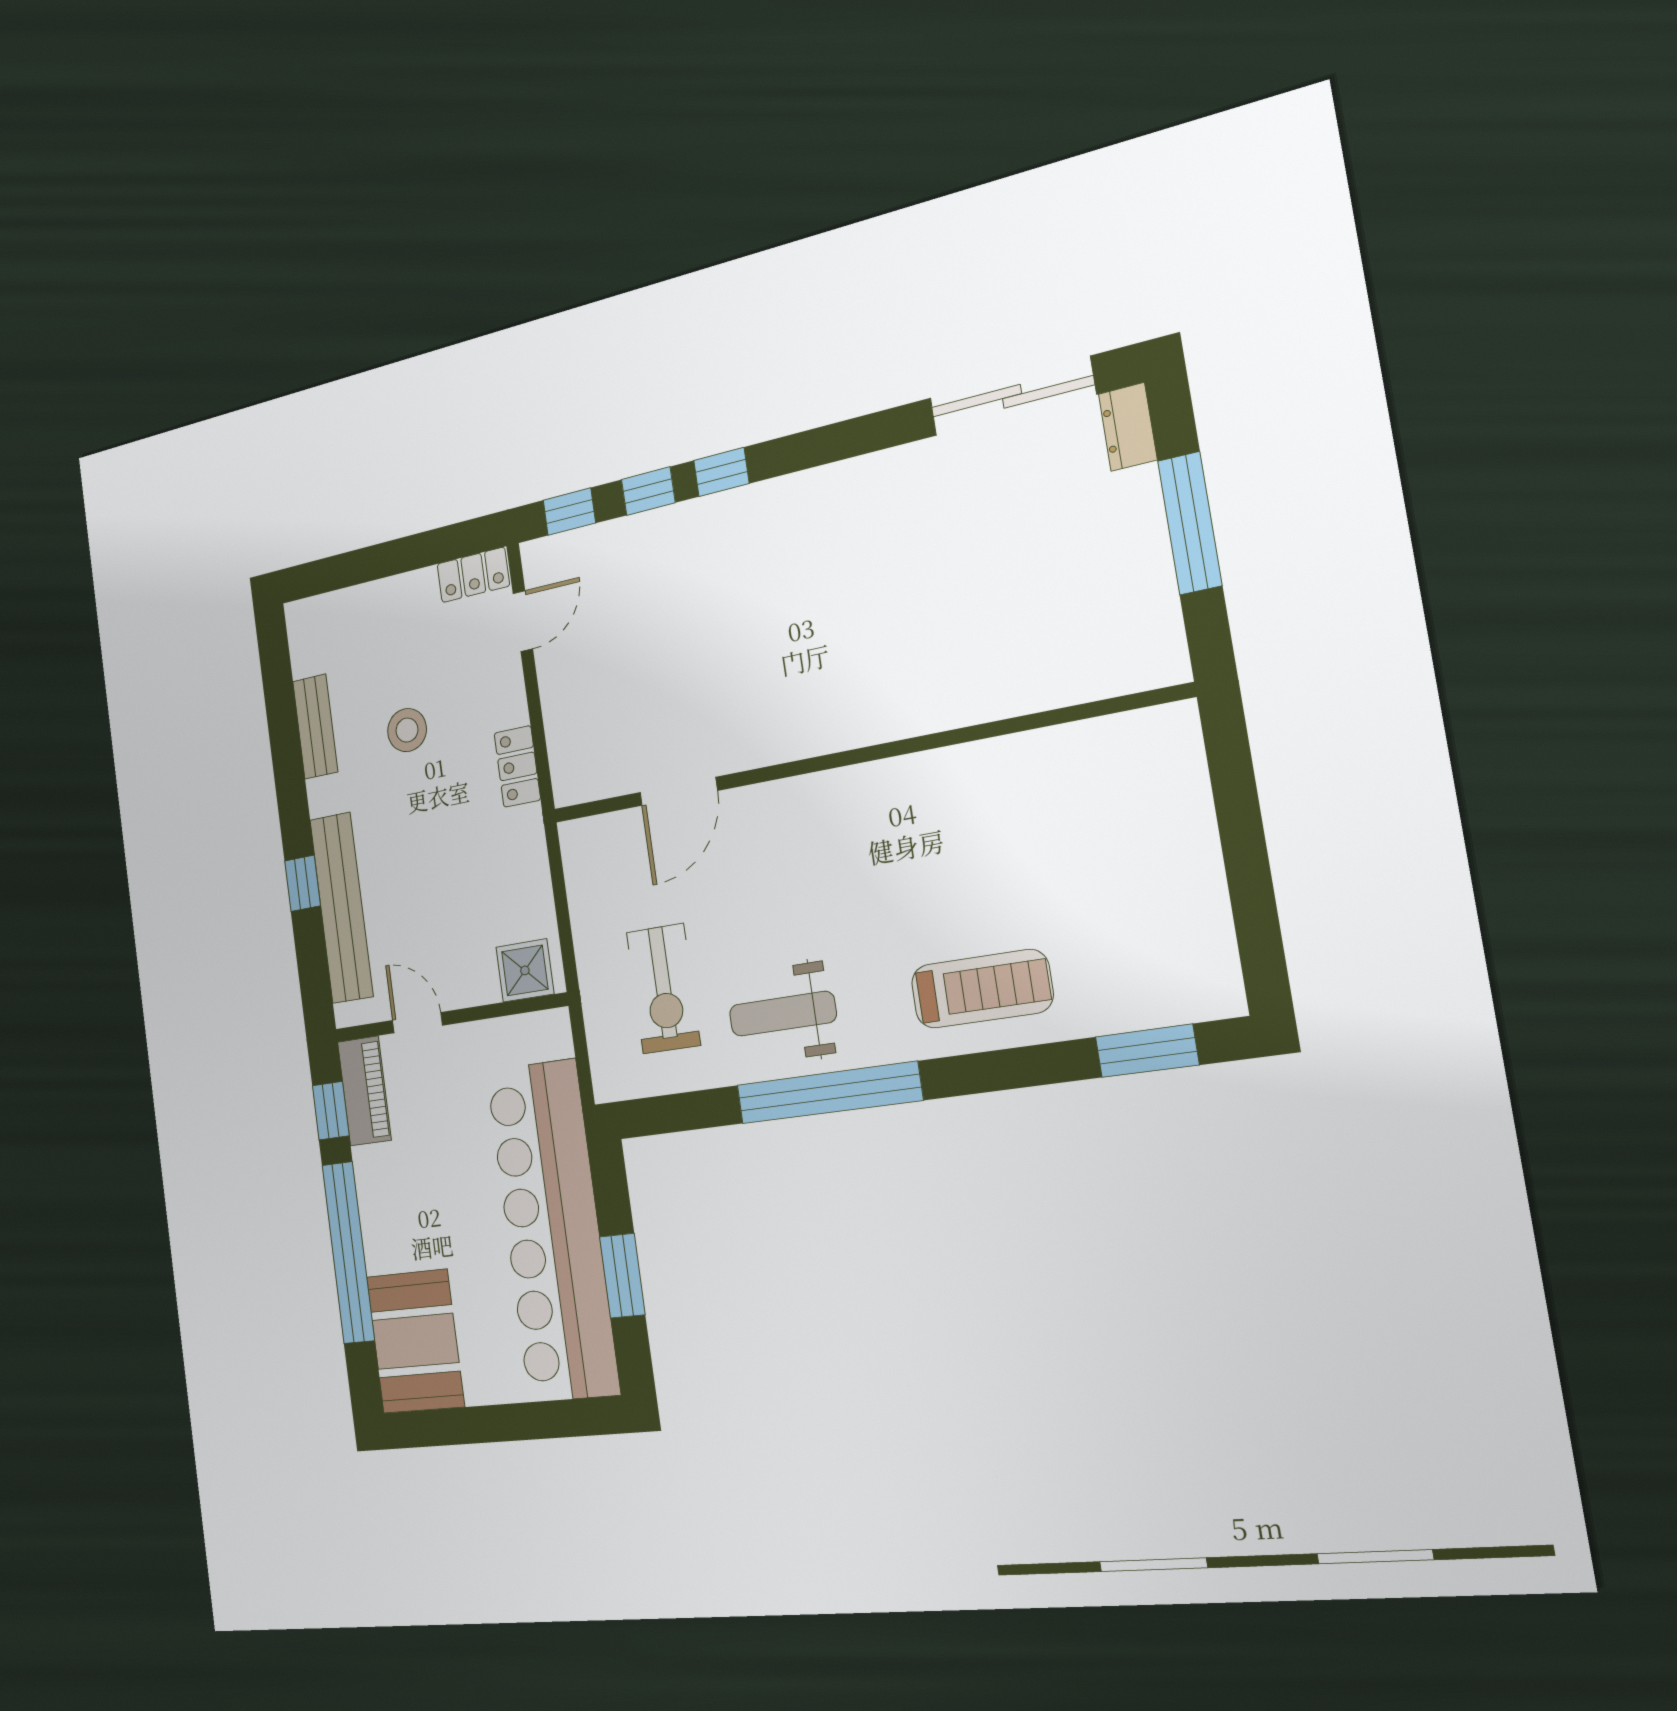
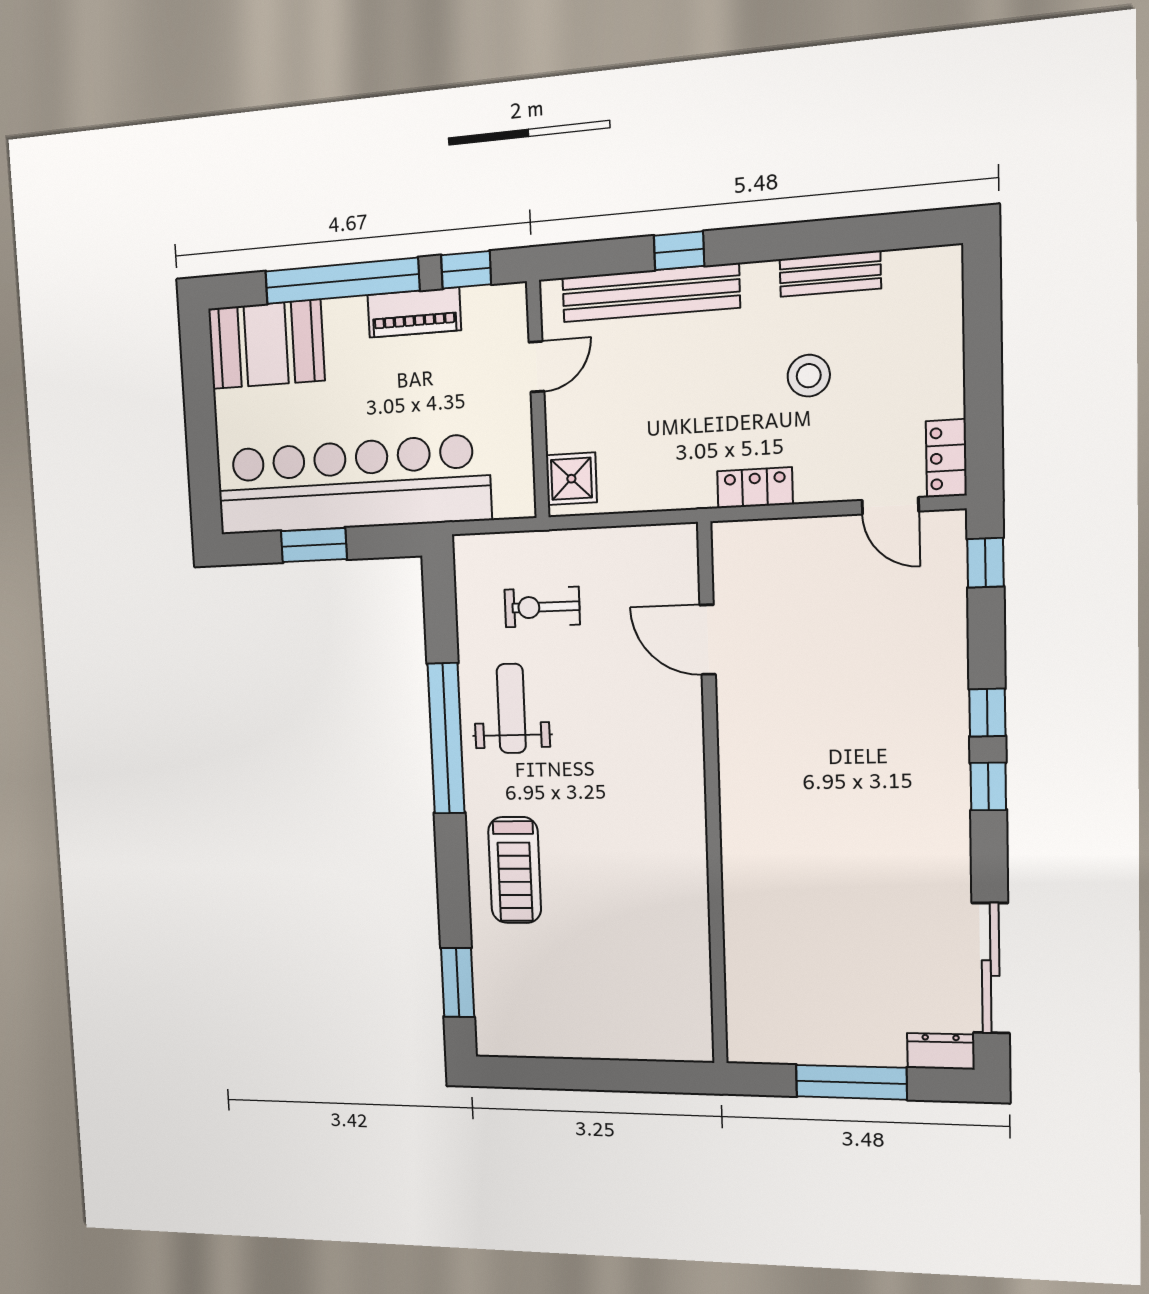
window: (648, 491) -> (988, 786), moved
exercise bike: (663, 989) -> (542, 607), width x0.73, depth x0.72
piano: (364, 1091) -> (414, 312), moved

